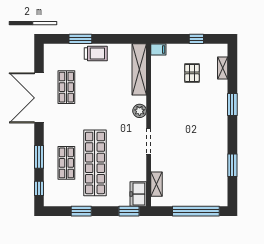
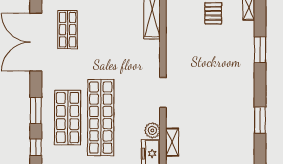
plant: (140, 111) -> (152, 130), moved
shop shelf: (66, 163) -> (68, 118), width x1.43, depth x1.36

